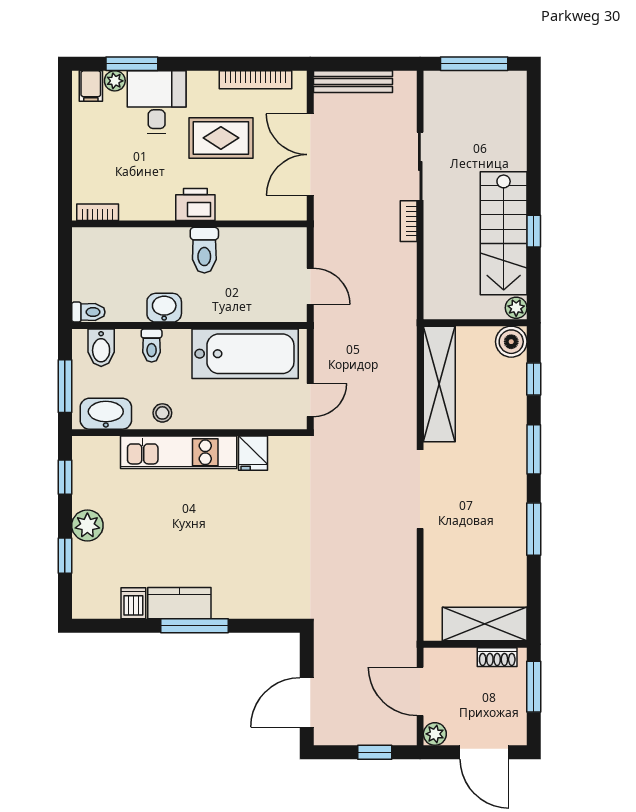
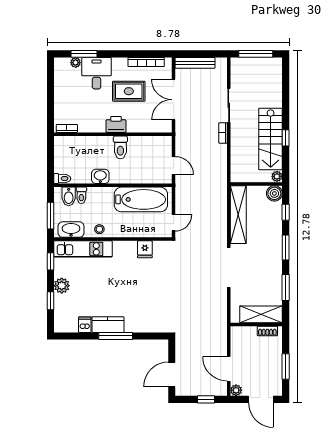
filing cabinet: (91, 86) -> (63, 65), removed
toilet: (152, 345) -> (81, 195), moved
kitchen unit: (179, 452) -> (83, 249), moved
shelving: (485, 624) -> (261, 314), moved
wall: (475, 644) -> (256, 325), moved
shoe rack: (497, 657) -> (267, 331), moved

